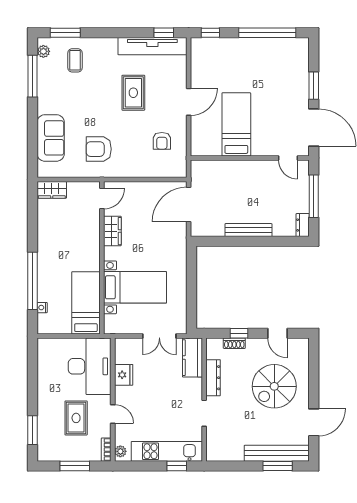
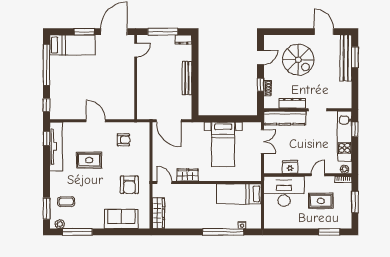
bed: (236, 124) -> (72, 45), moved, turned 180
wardrobe: (52, 190) -> (158, 213), width x1.50
bed with nightstands: (135, 287) -> (223, 144), moved, turned 180
kitchen counter: (192, 358) -> (285, 118), width x1.50

